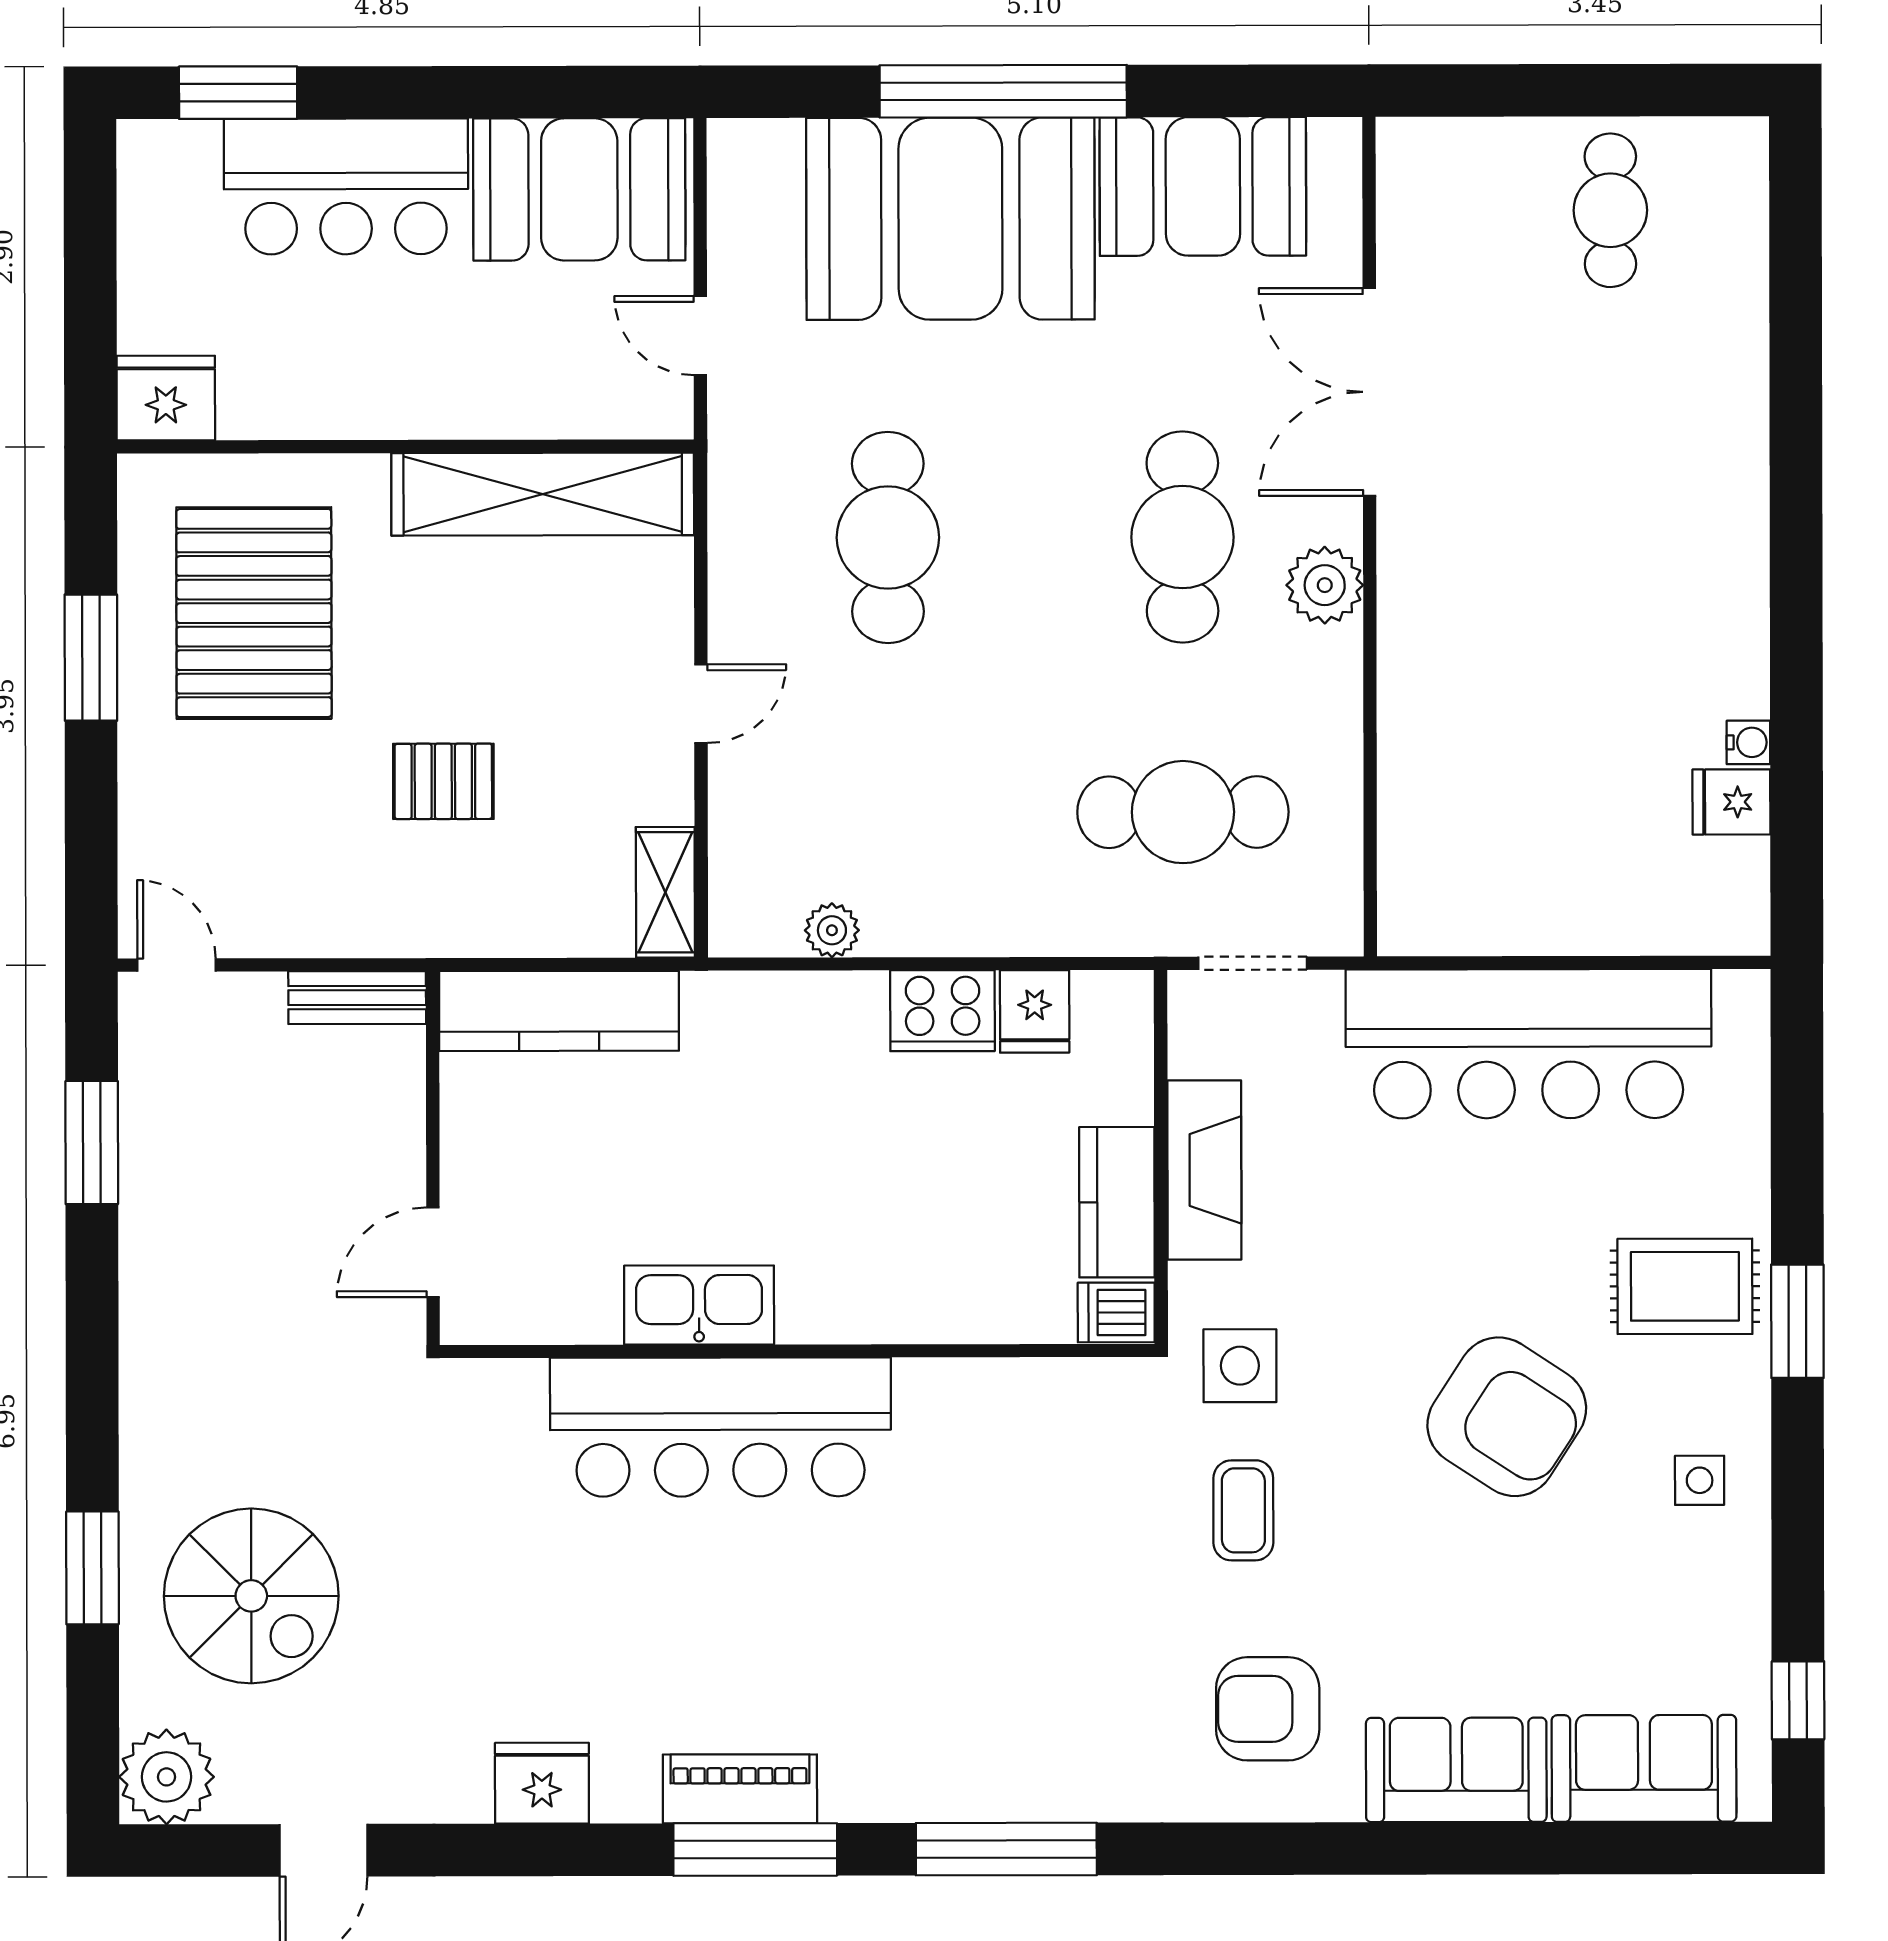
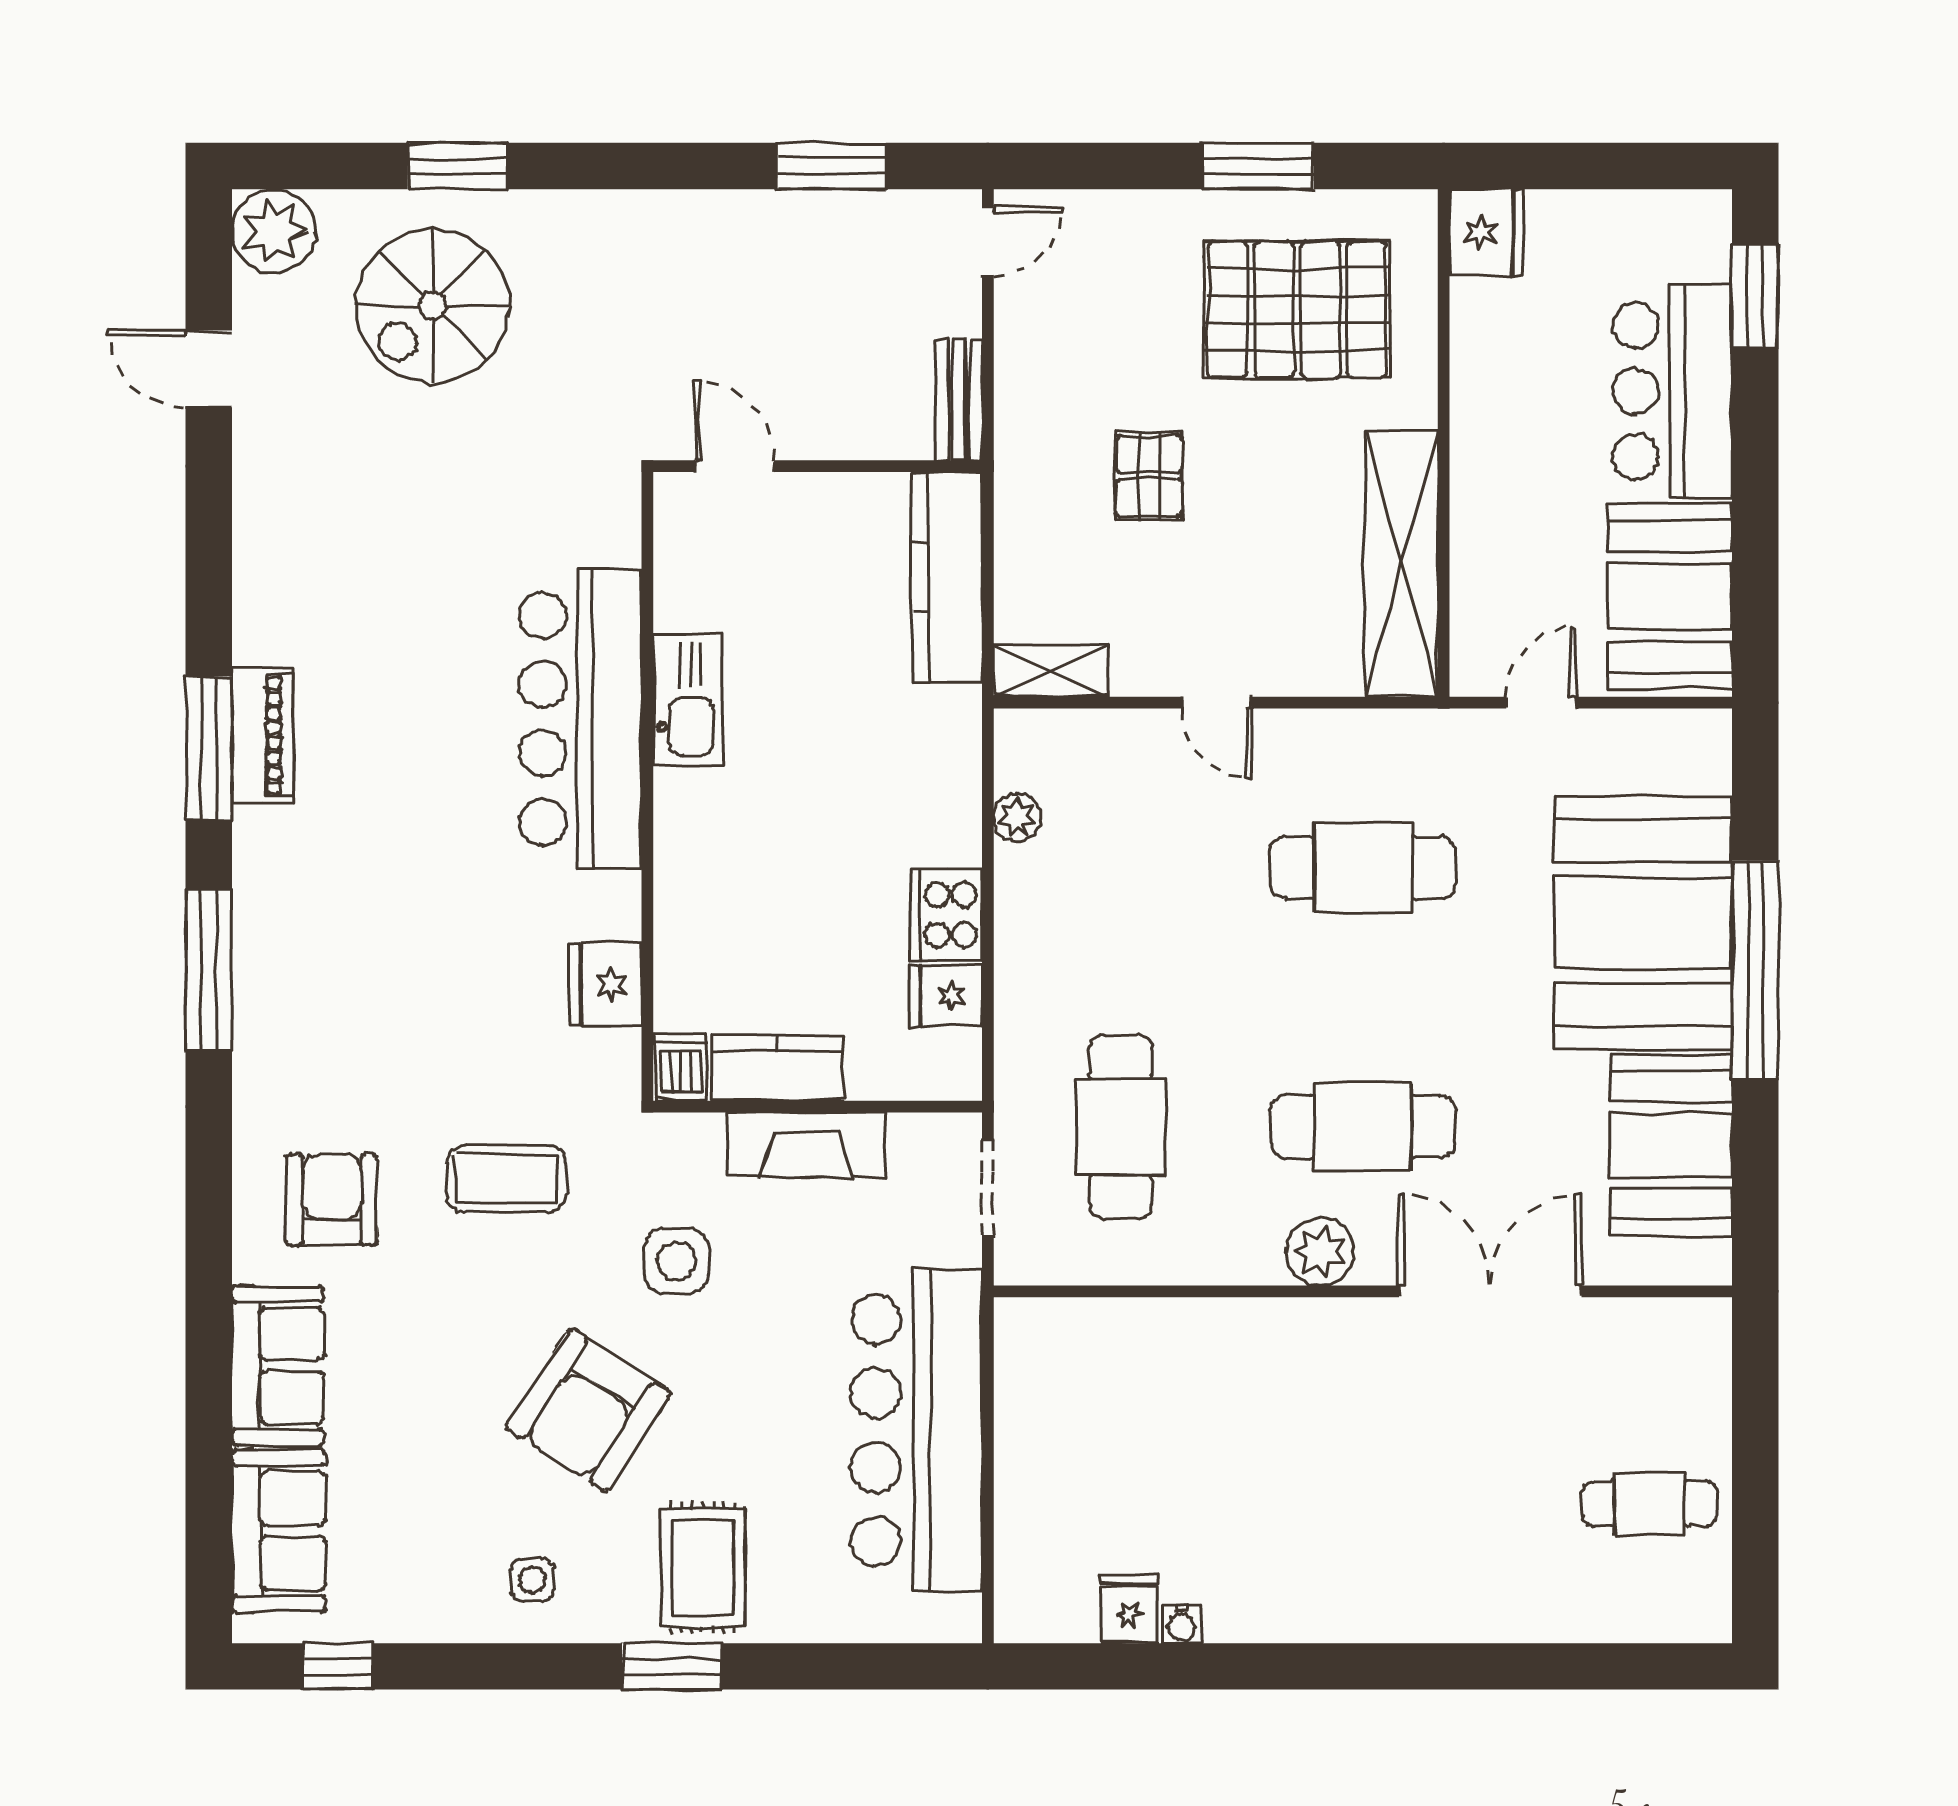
side table: (1240, 1366) -> (677, 1261), moved
coffee table: (1243, 1510) -> (506, 1179), width x1.36, depth x1.30
fridge: (542, 1783) -> (606, 984), moved, turned 180

